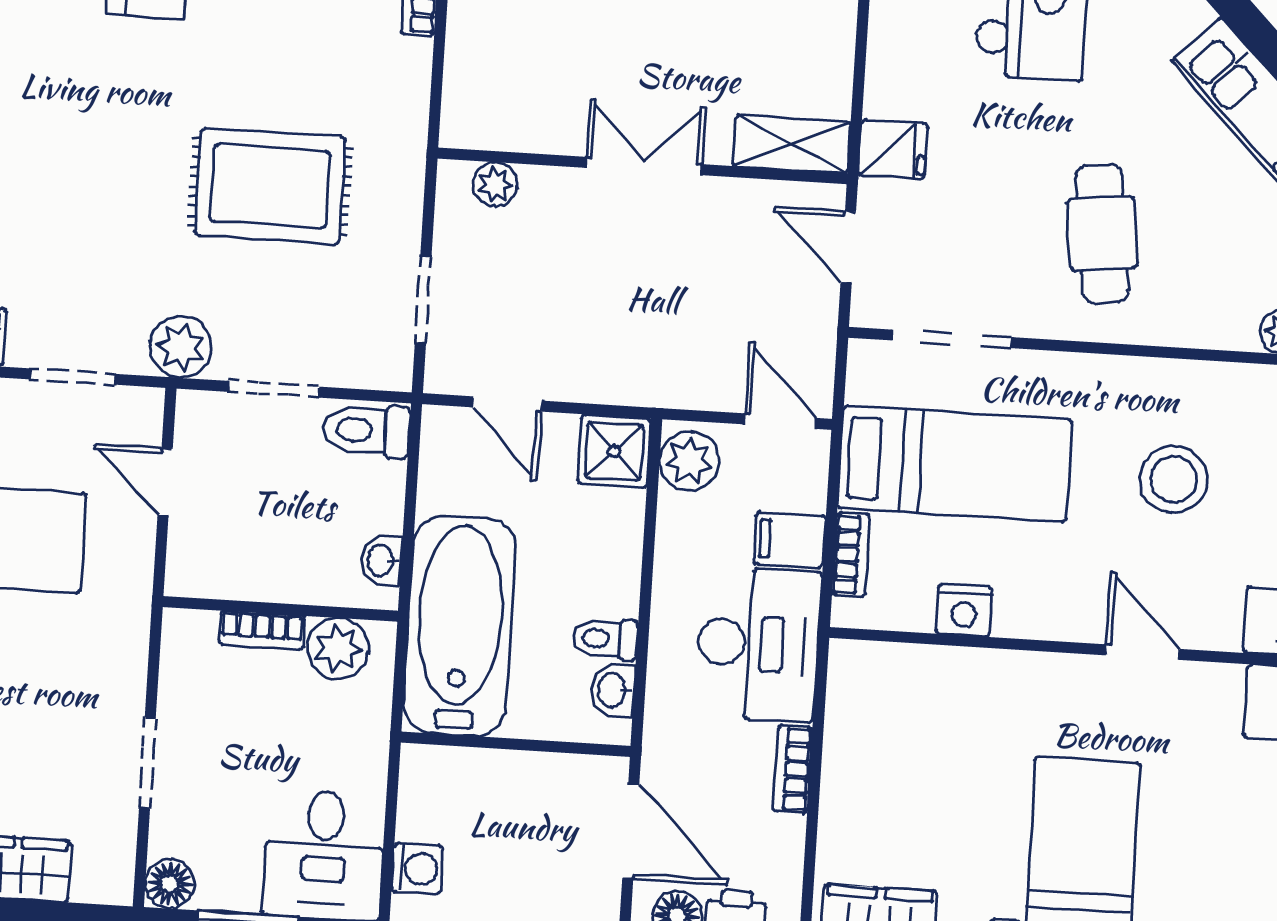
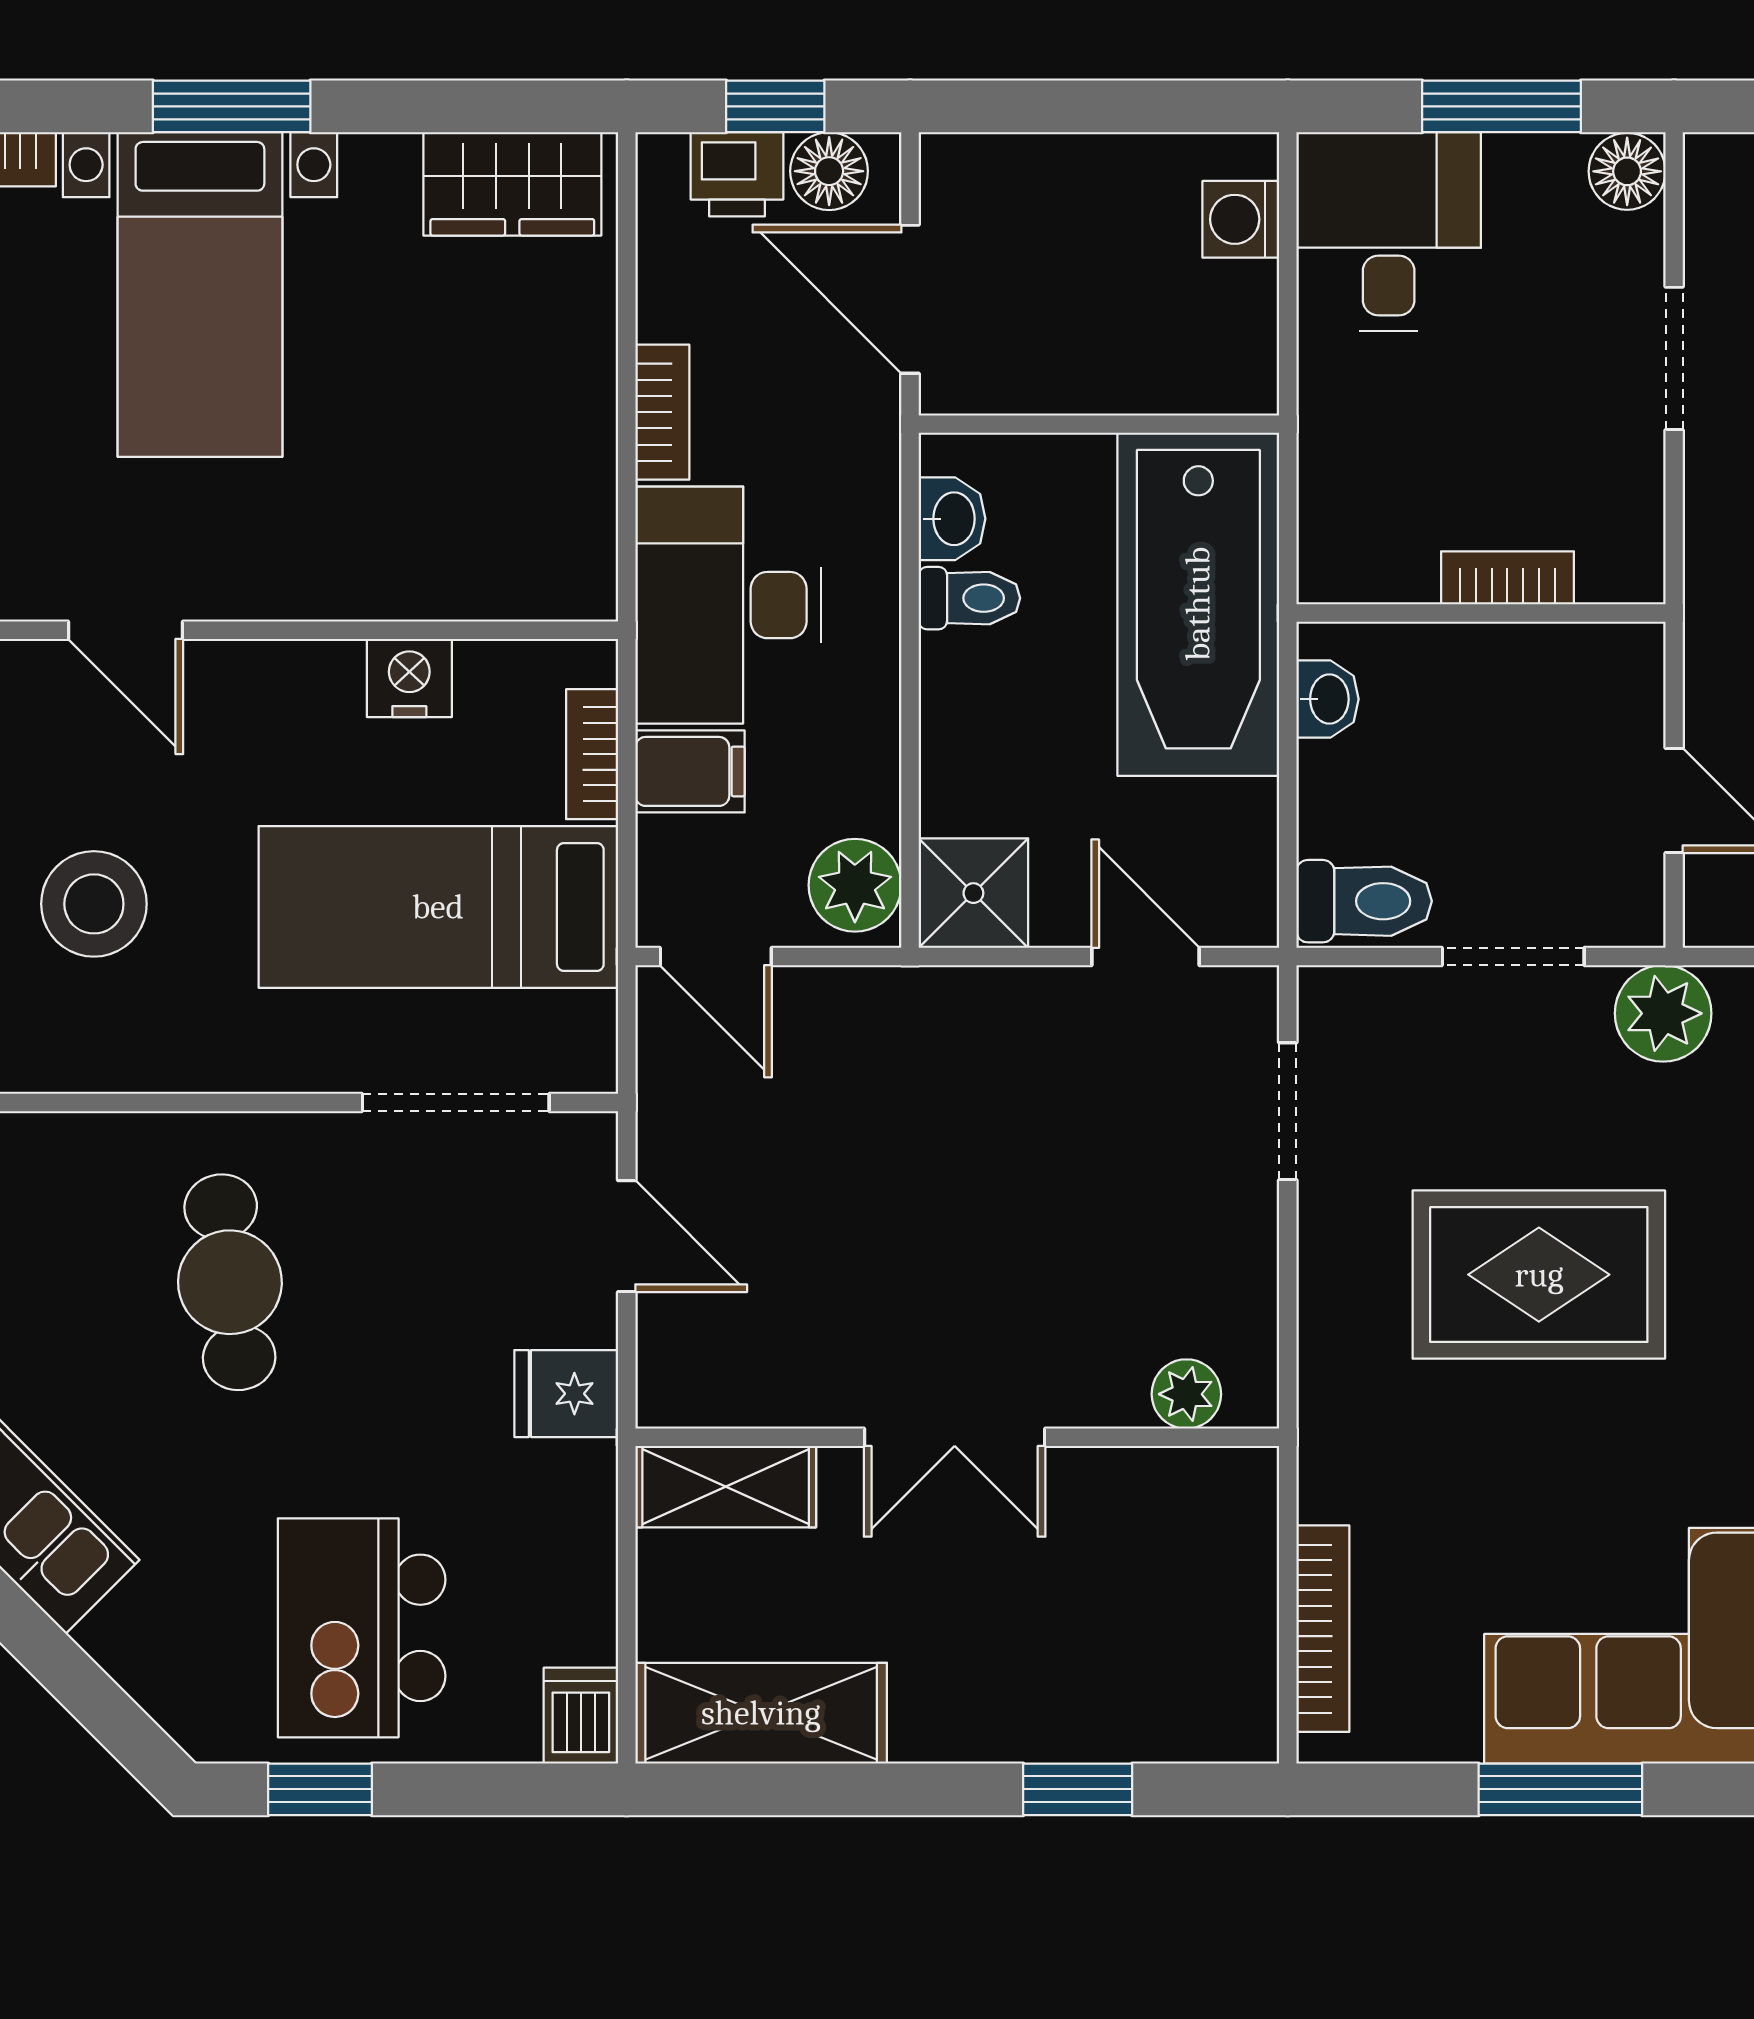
shelving: (792, 144) -> (726, 1487), moved
wall: (642, 166) -> (957, 1437), moved
double door: (644, 166) -> (955, 1437), moved
plant: (495, 184) -> (1186, 1394), moved
plant: (338, 648) -> (1386, 557), removed

